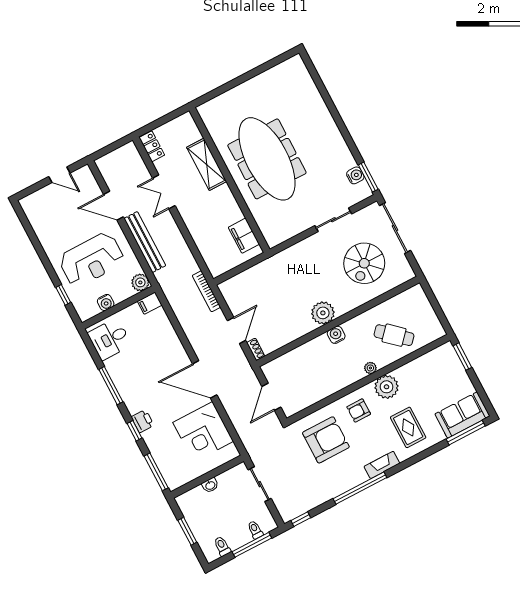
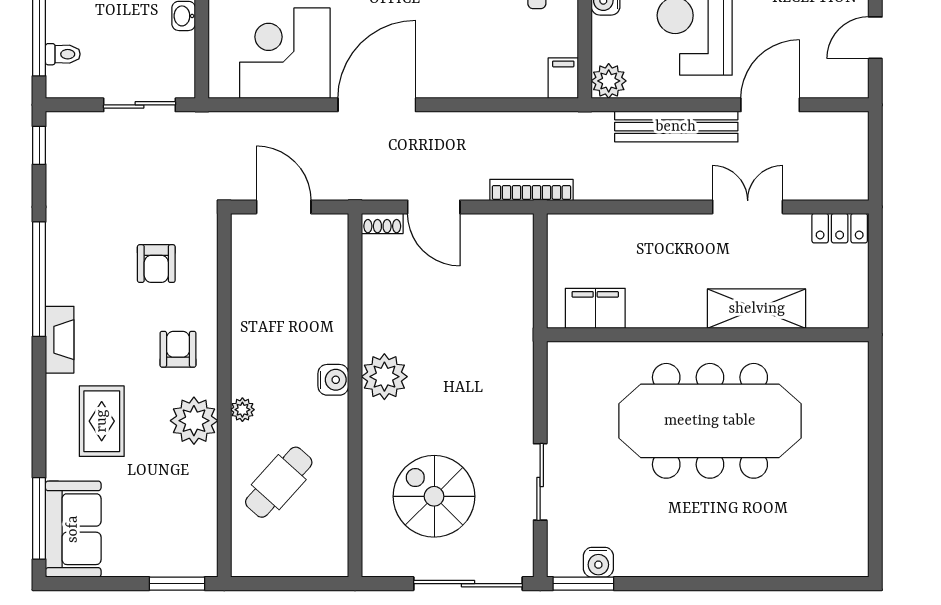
rug: (408, 427) -> (102, 421), turned 90
armchair: (326, 440) -> (156, 264), width x0.53, depth x0.53

